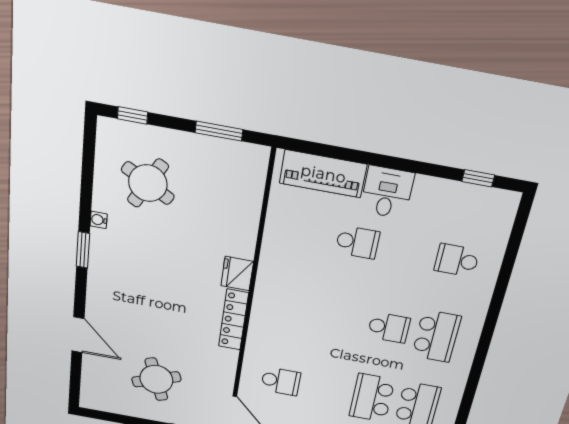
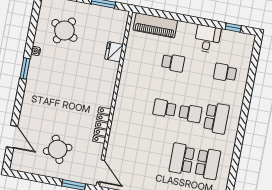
desk: (387, 192) -> (207, 39), moved
fridge: (237, 274) -> (114, 52), moved
locker: (234, 320) -> (102, 125), moved
door: (78, 335) -> (12, 137), moved
school desk: (281, 381) -> (164, 108), moved, turned 180

